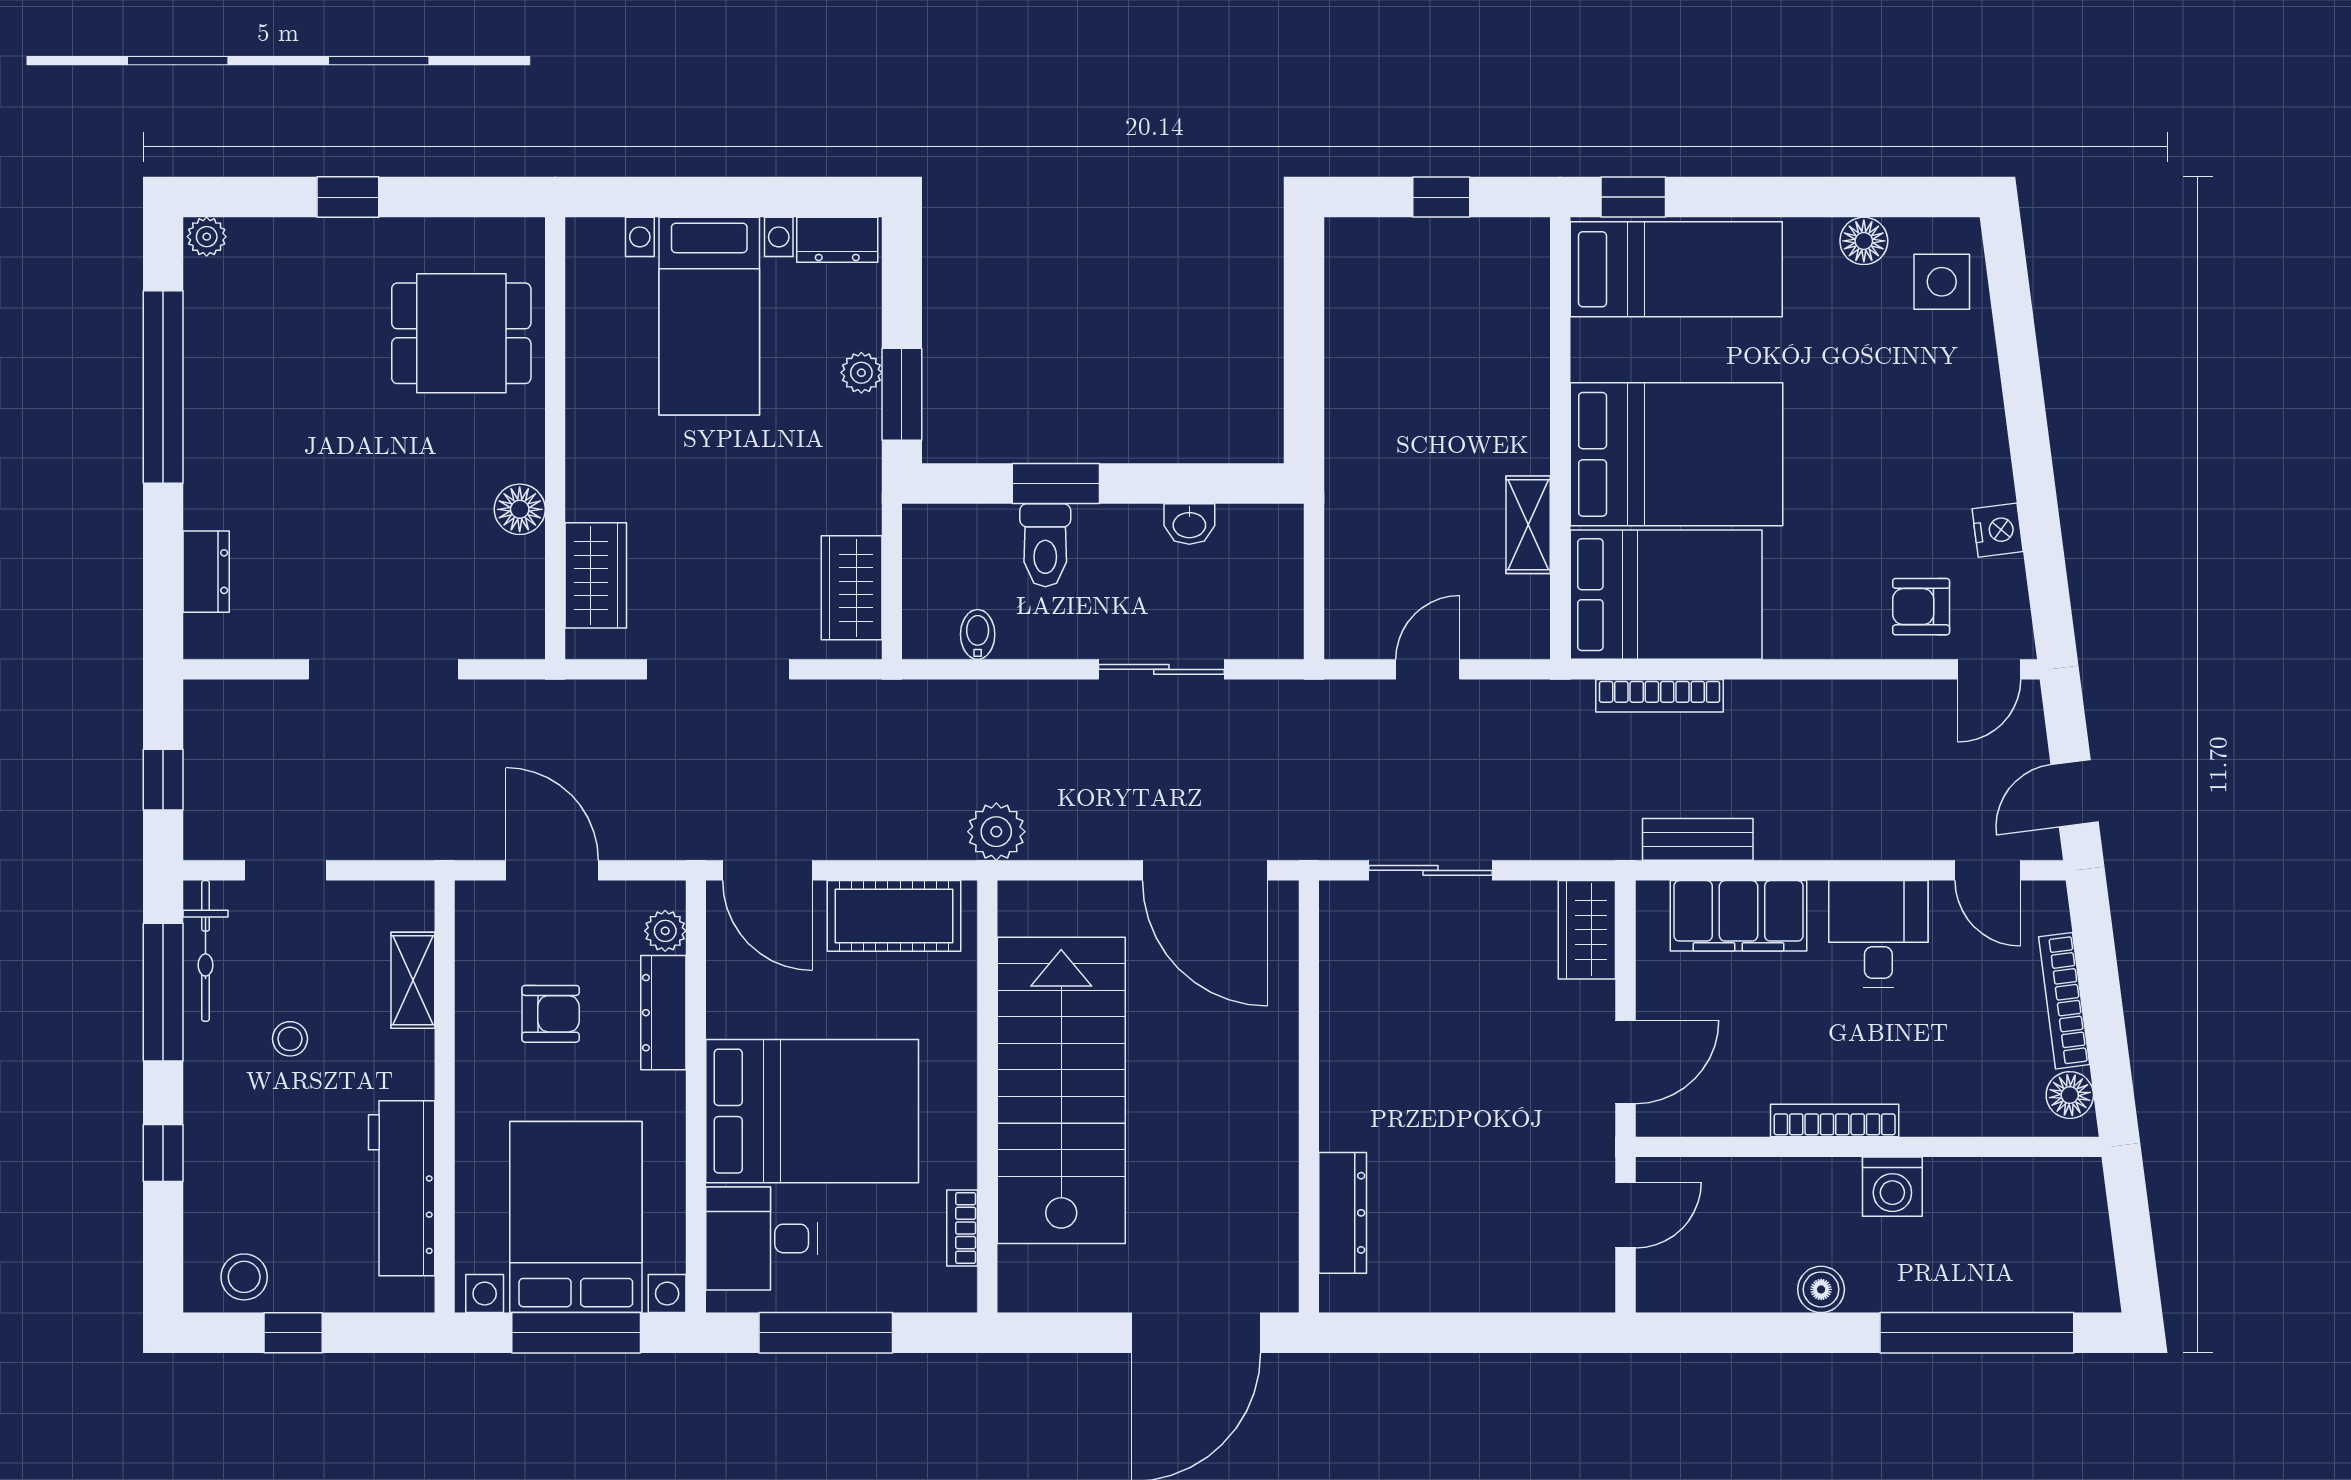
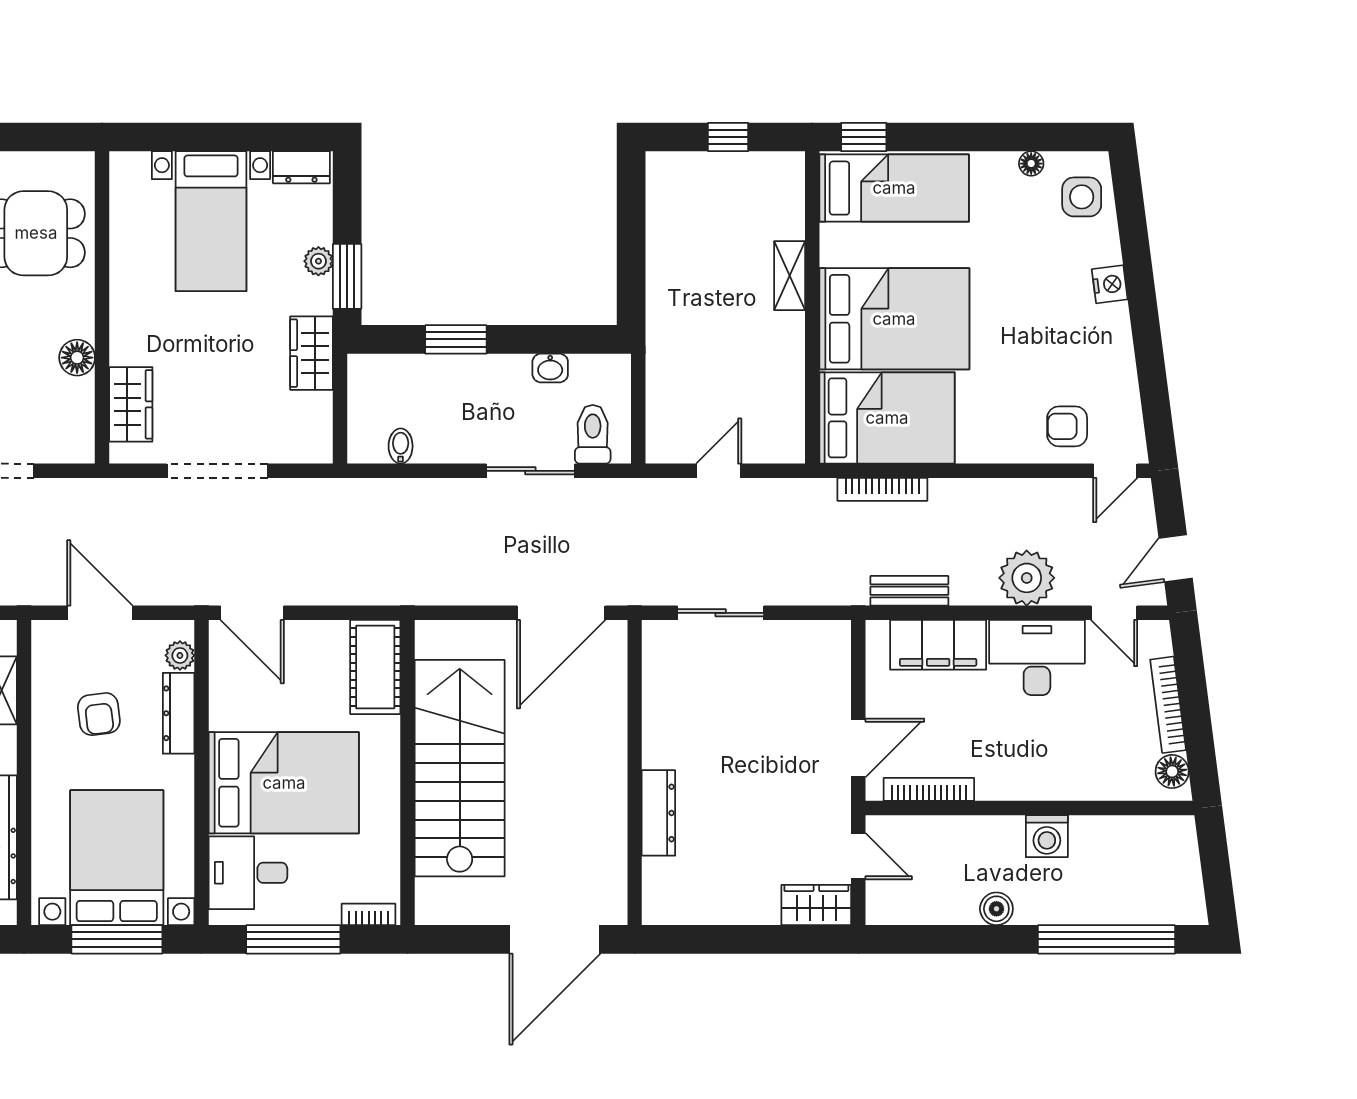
floor lamp: (1864, 241) -> (1031, 164), width x0.73, depth x0.73
shelving: (1528, 525) -> (790, 276), moved
nightstand: (1998, 530) -> (1110, 284), moved
toilet: (1045, 545) -> (593, 434), moved, turned 180
wardrobe: (852, 588) -> (312, 353), moved
plant: (996, 832) -> (1027, 578), moved, width x1.36, depth x1.36
door: (1205, 870) -> (561, 613), hinge flipped
cot: (894, 916) -> (375, 667), moved, turned 90
wardrobe: (1587, 930) -> (816, 905), moved, turned 90
desk: (1878, 934) -> (1037, 658), width x1.37
armchair: (551, 1014) -> (99, 714), turned 83
bookcase: (1835, 1120) -> (929, 789), moved
dresser: (1343, 1213) -> (658, 813), moved
door: (1626, 1215) -> (858, 856), hinge flipped
bookcase: (962, 1228) -> (369, 914), moved, turned 90

